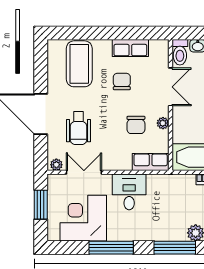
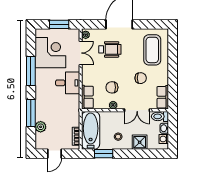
row of seats: (130, 48) -> (163, 97), moved
coffee table: (79, 64) -> (152, 50), turned 90
wheelchair: (79, 128) -> (110, 49), turned 180

